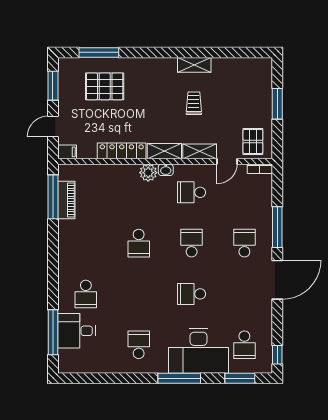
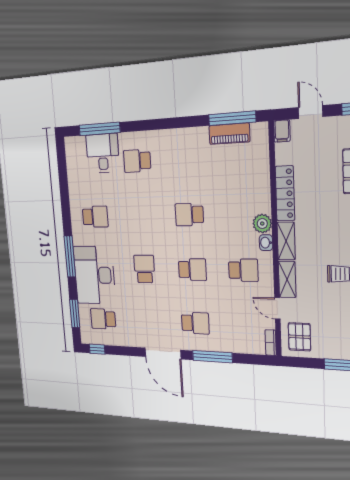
pallet: (253, 141) -> (299, 337), turned 90
school desk: (192, 192) -> (243, 270), turned 90

